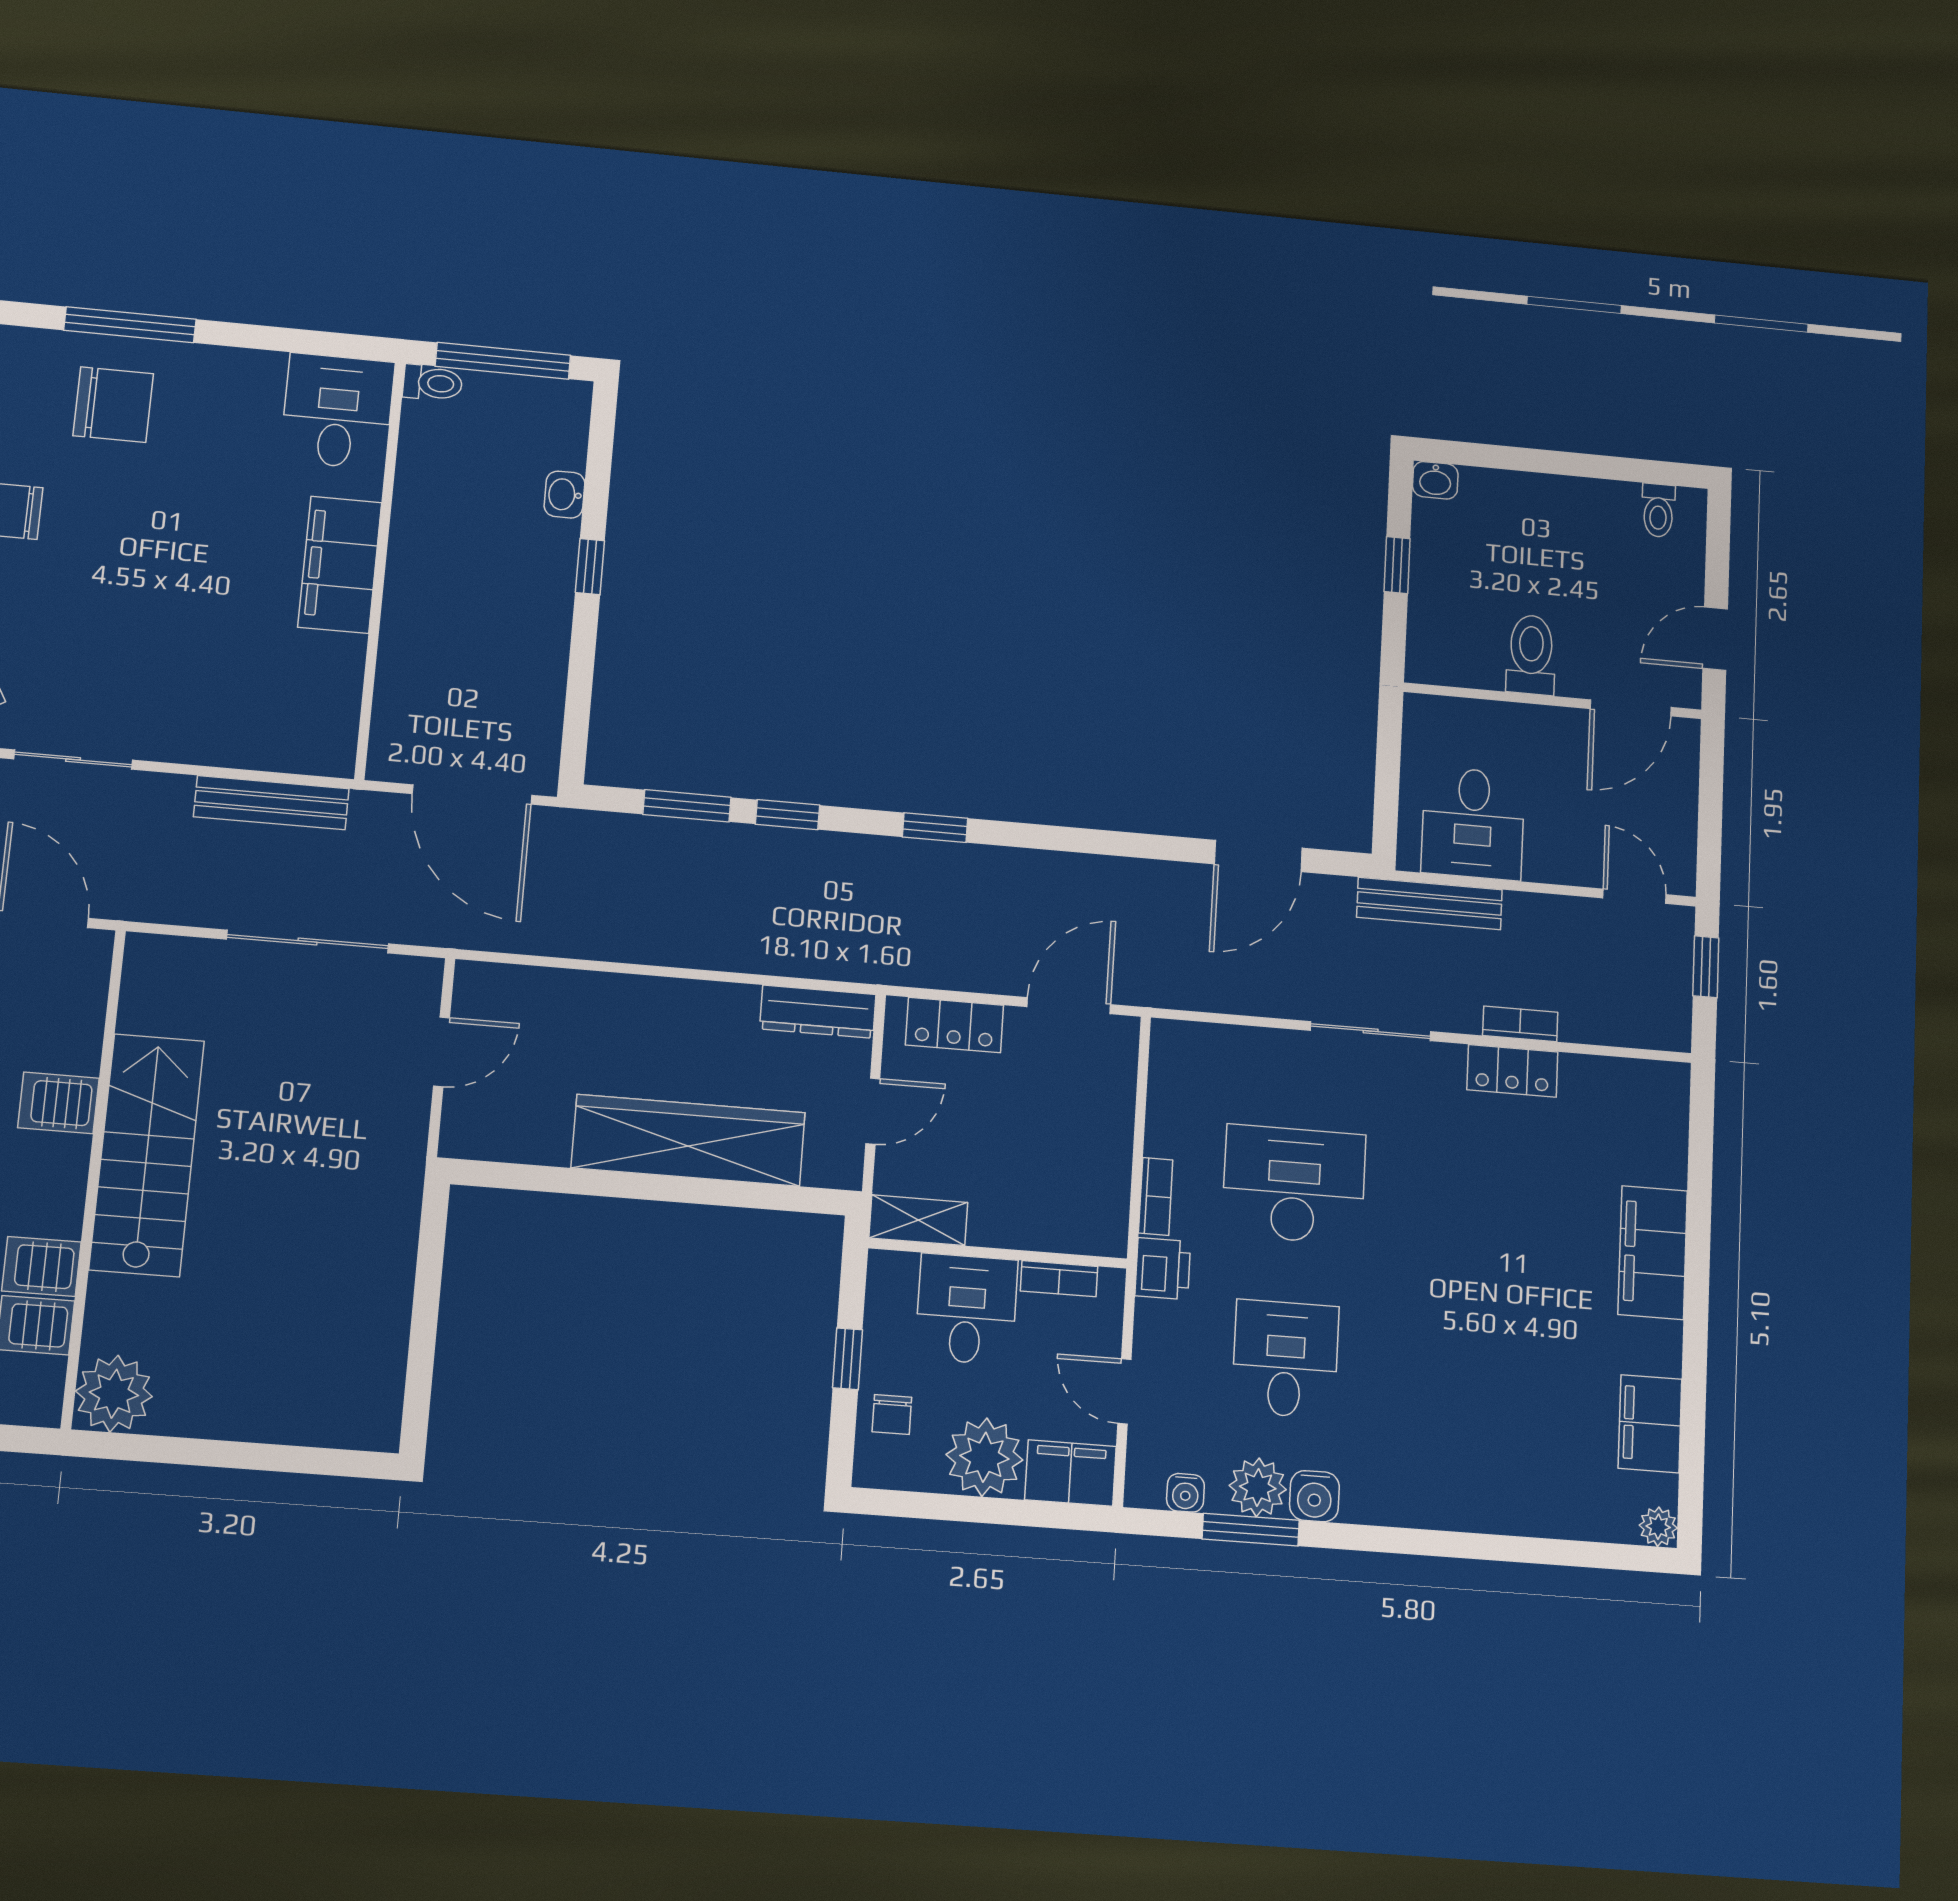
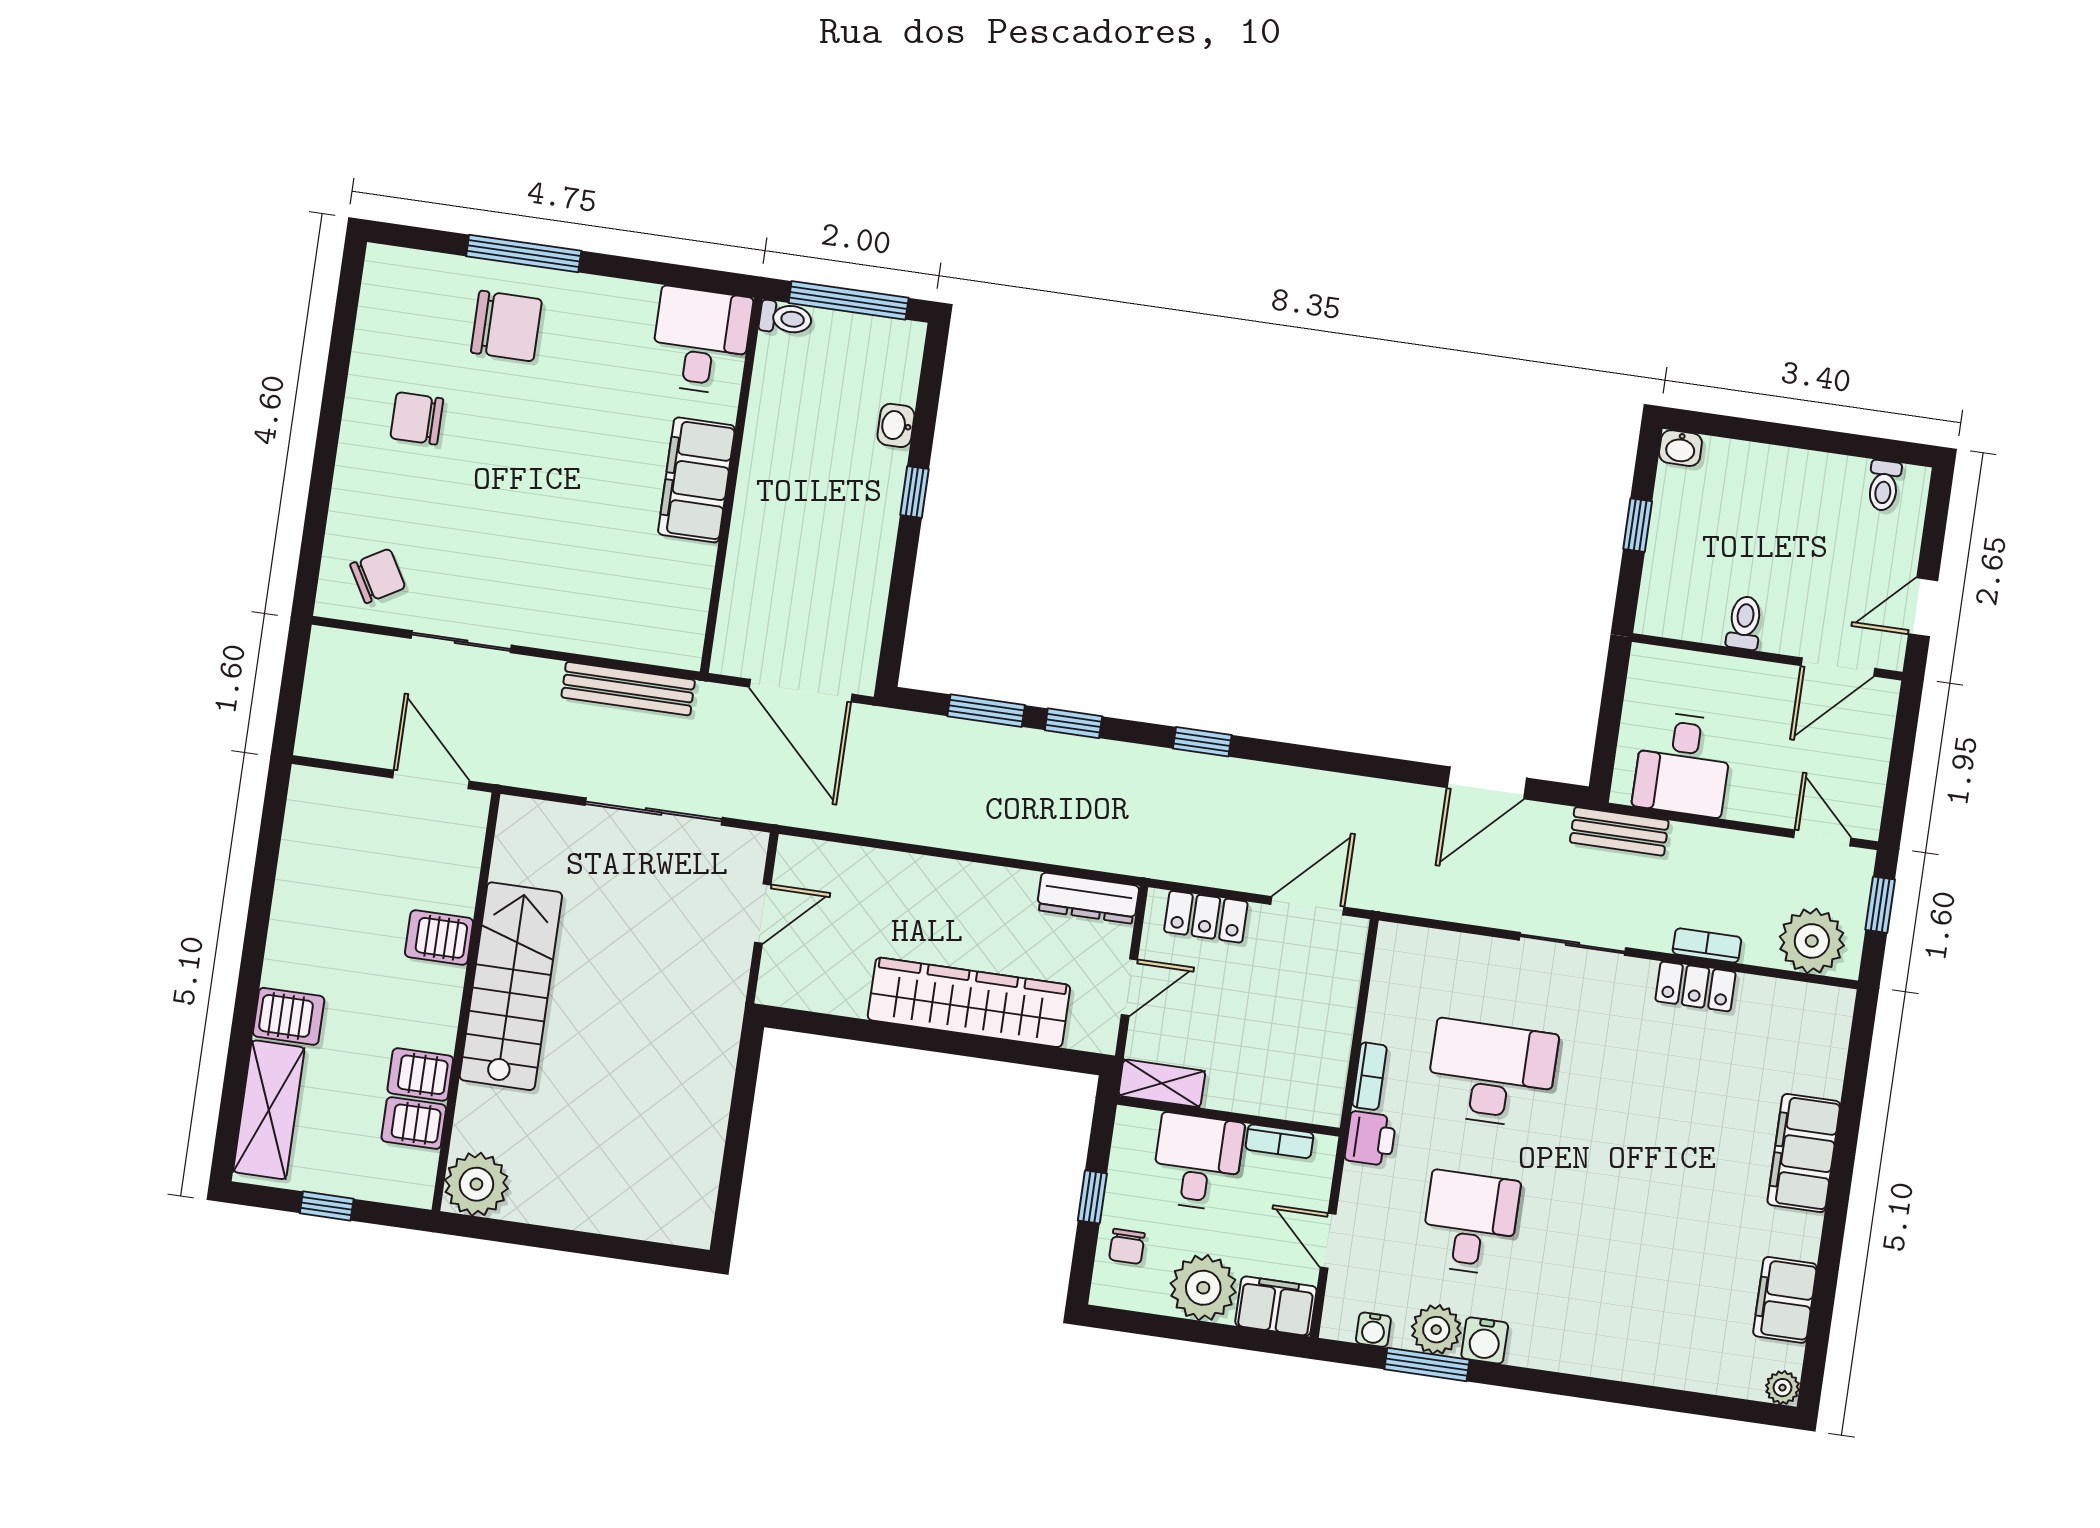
toilet: (1531, 655) -> (1744, 623), width x0.73, depth x0.72
bench: (1429, 903) -> (1619, 831), width x0.73
plant: (1635, 1012) -> (1812, 941), added

